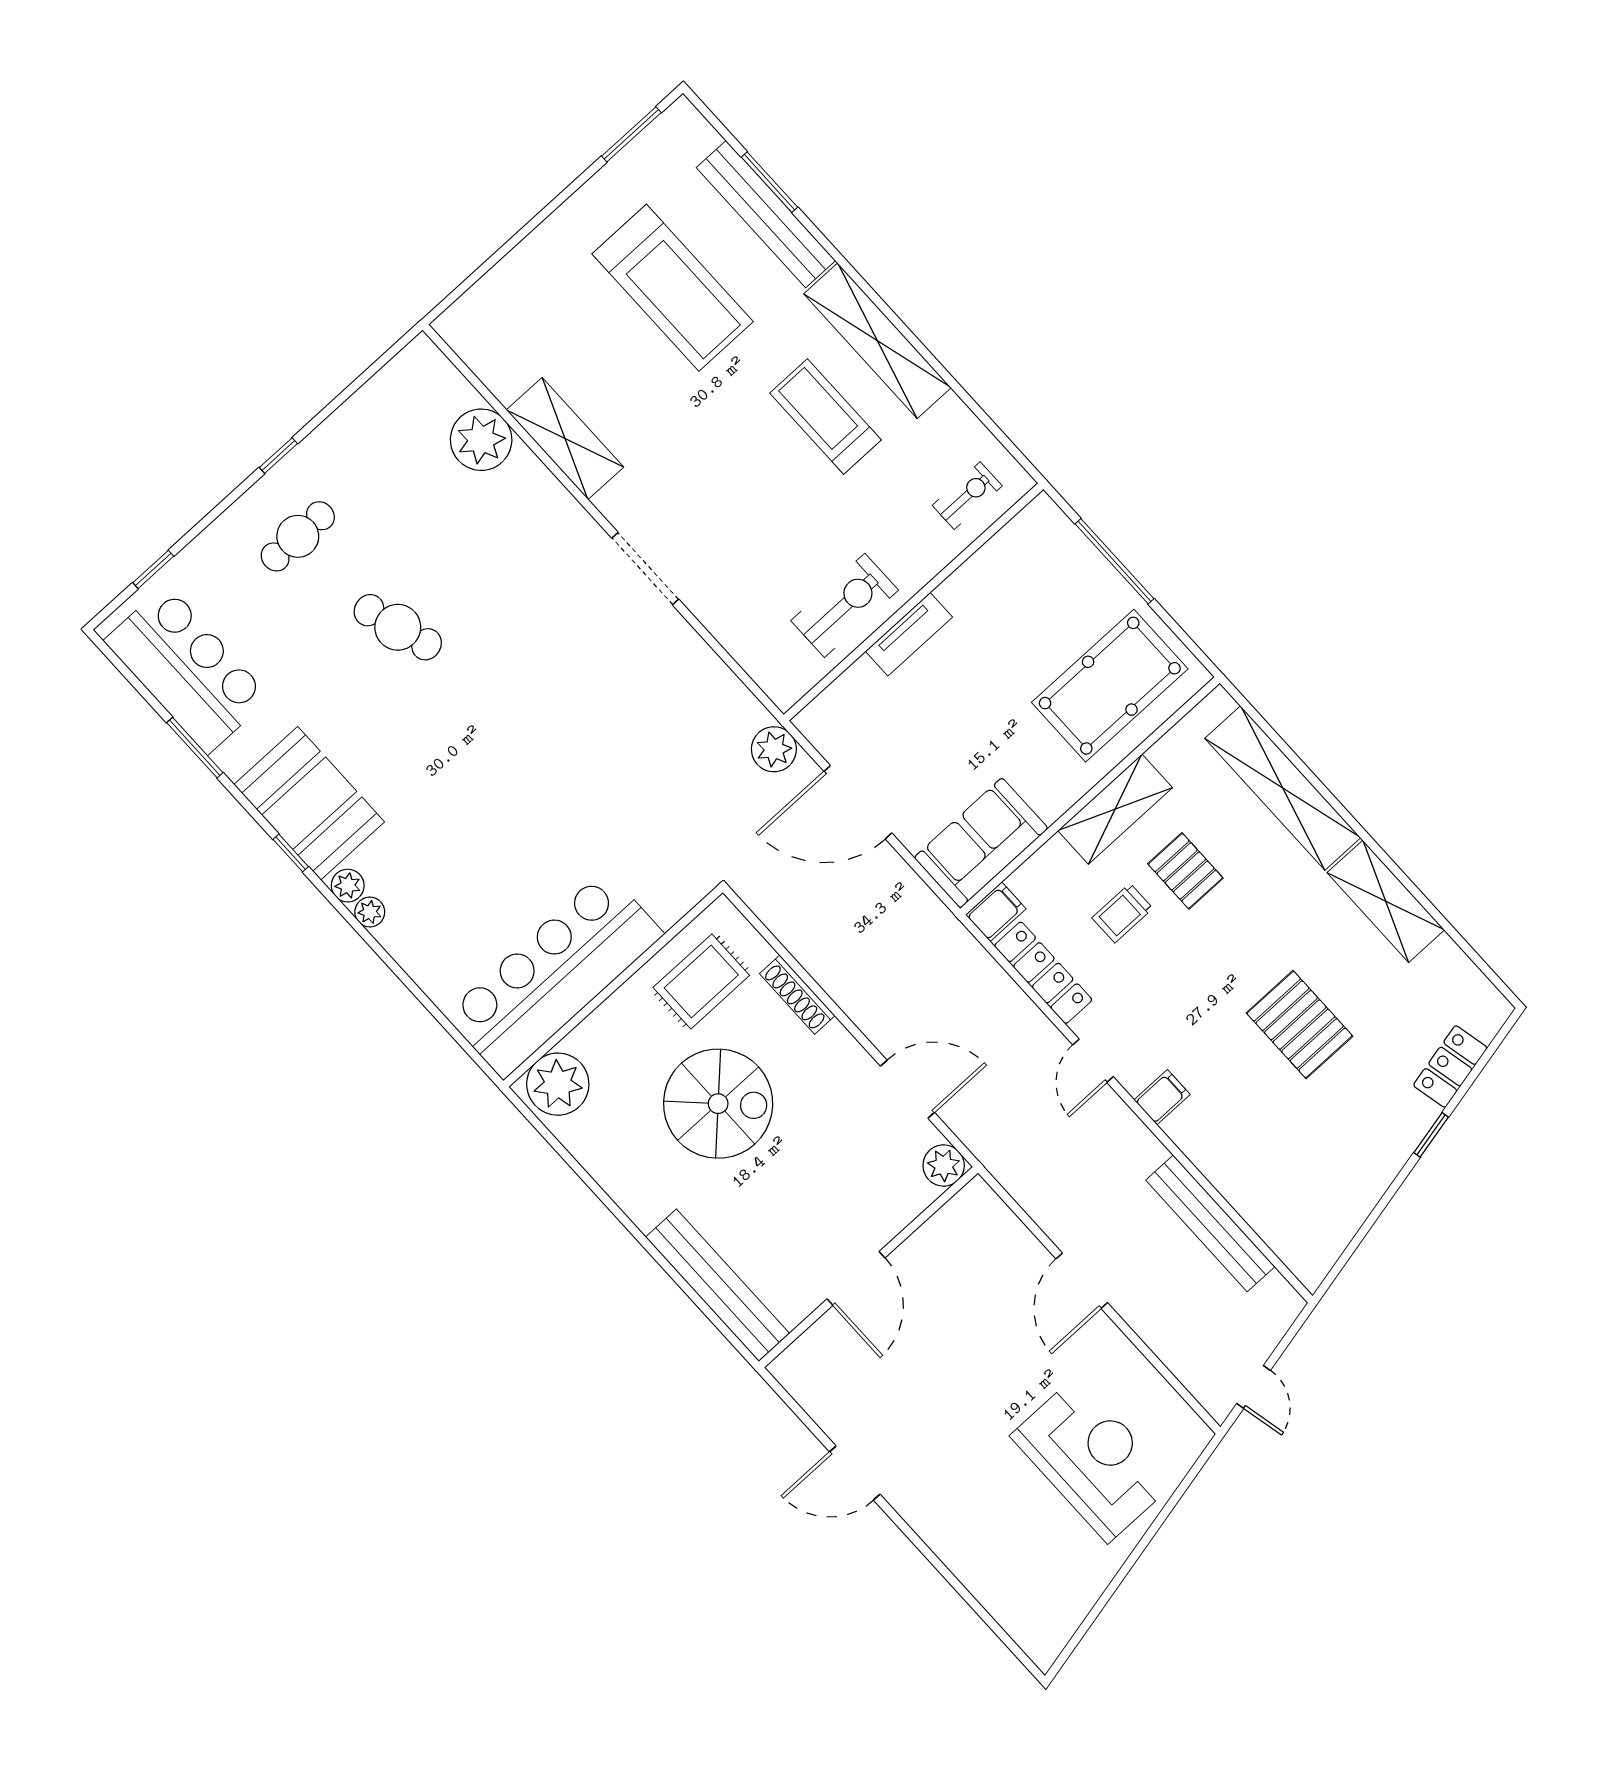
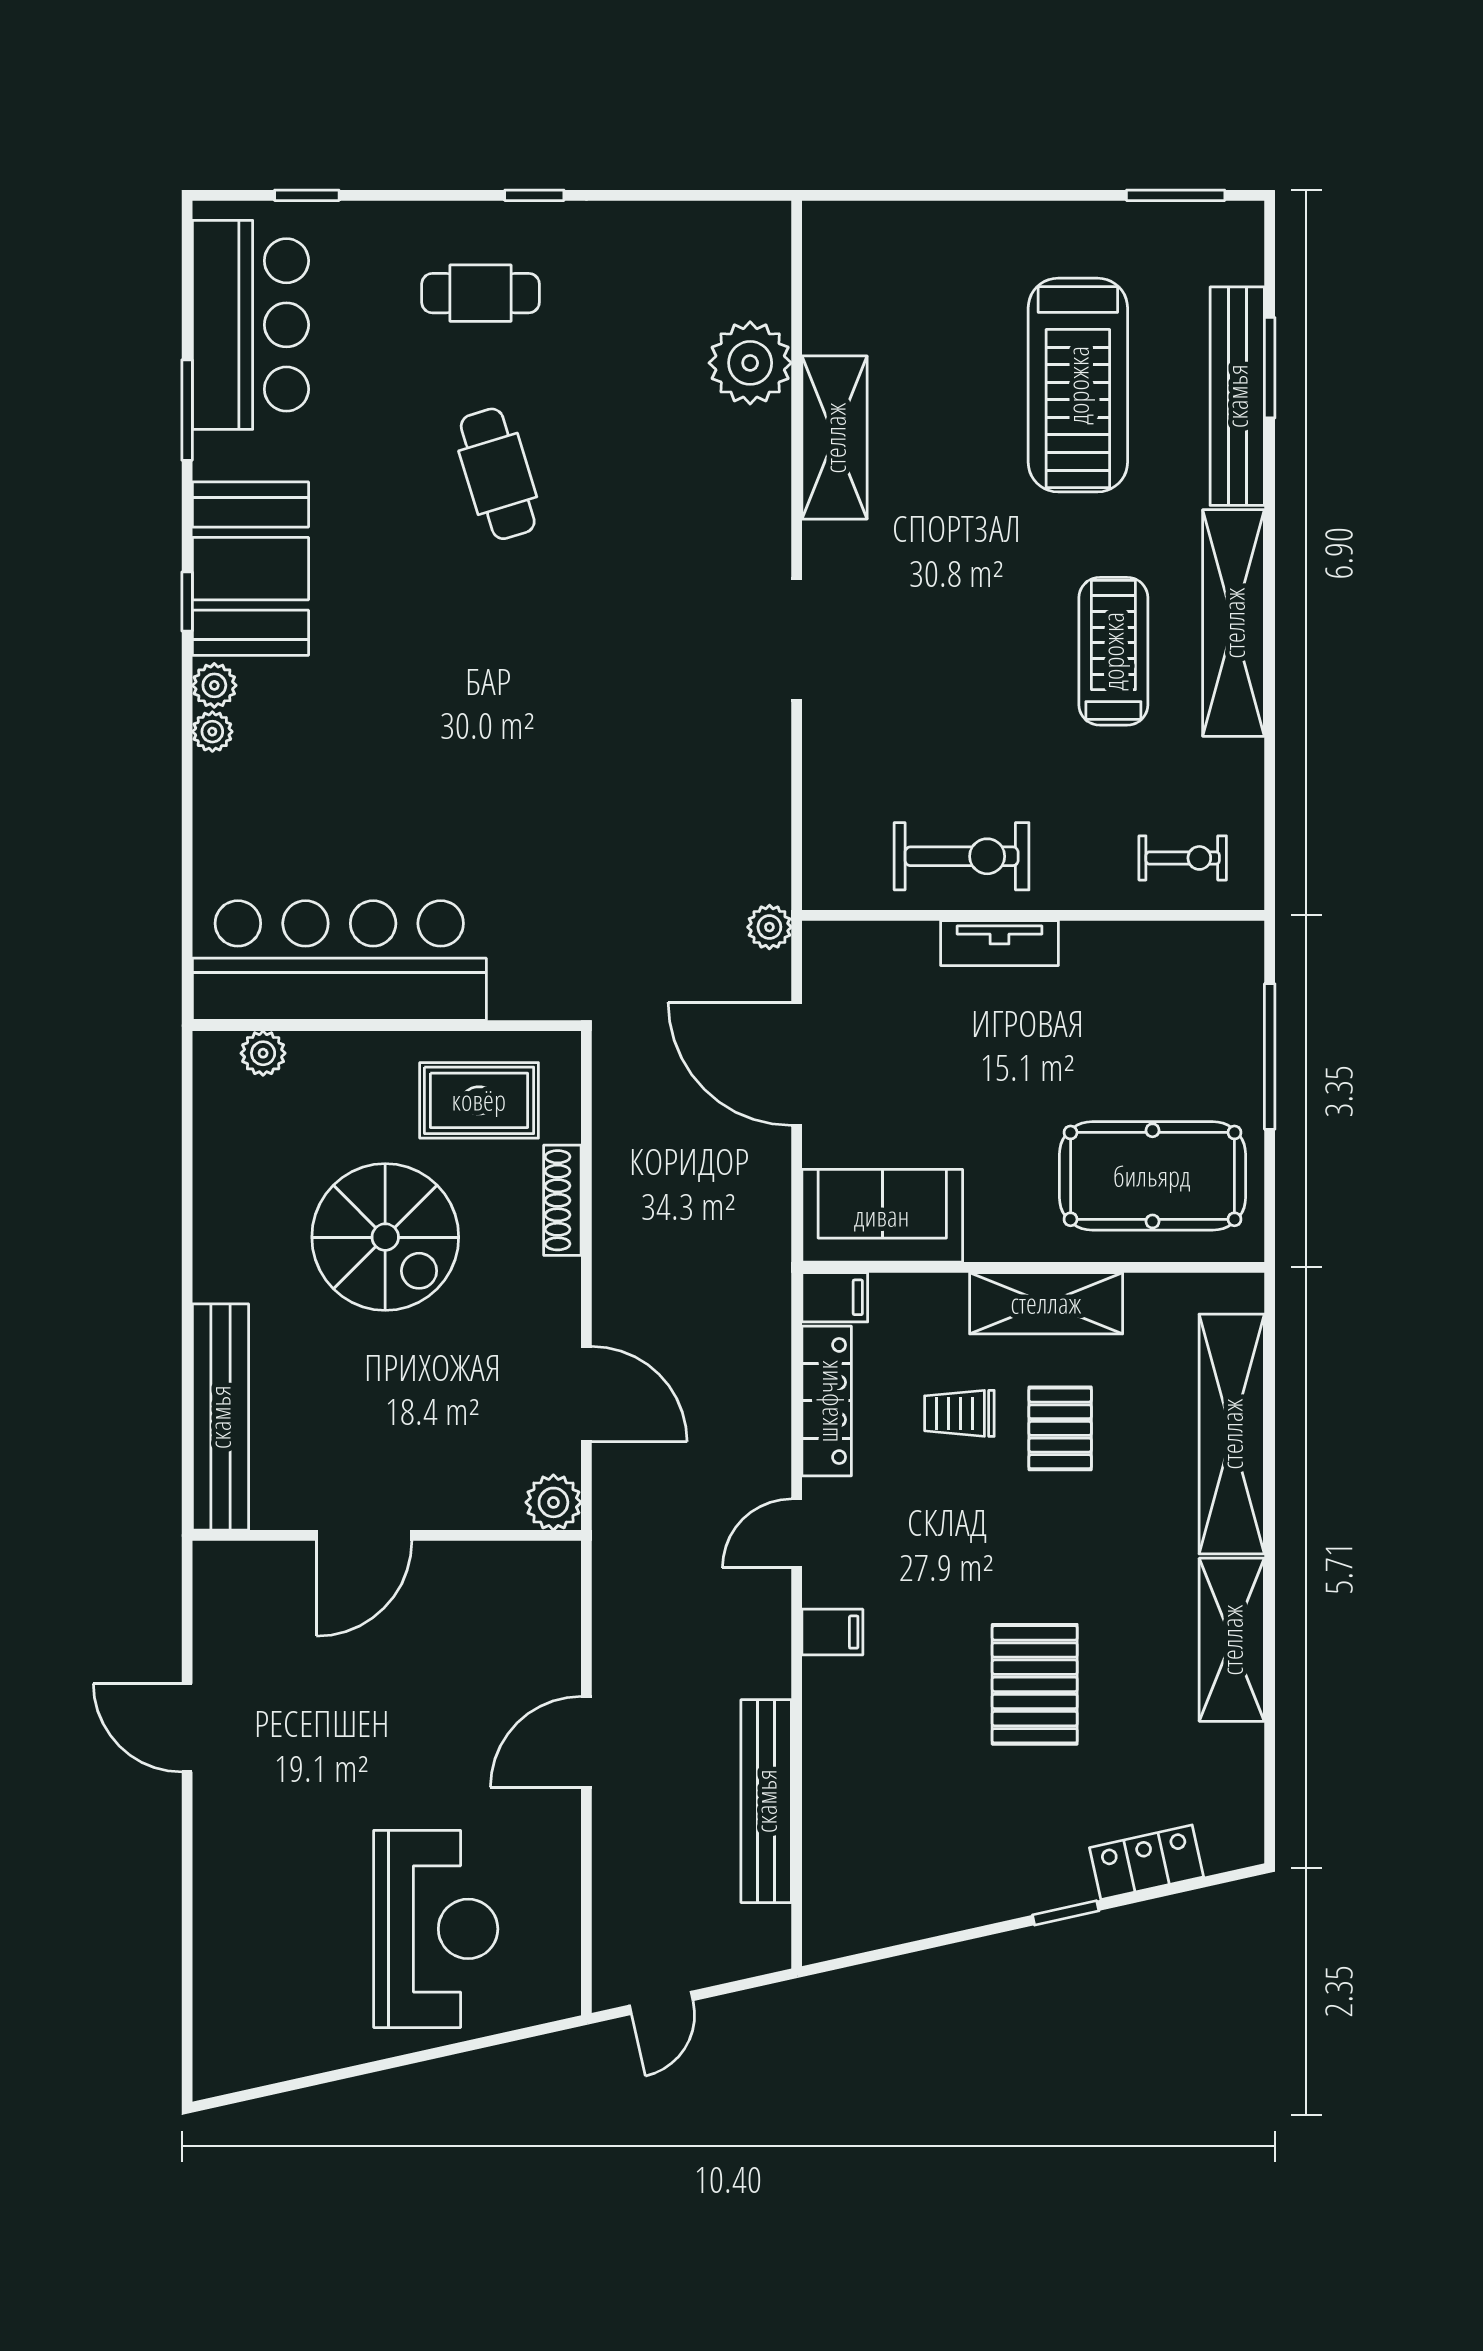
plant: (774, 749) -> (769, 927), width x0.73, depth x0.73
plant: (558, 1084) -> (263, 1053), width x0.53, depth x0.53

